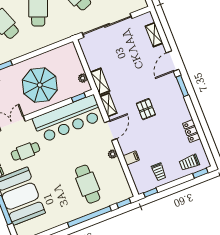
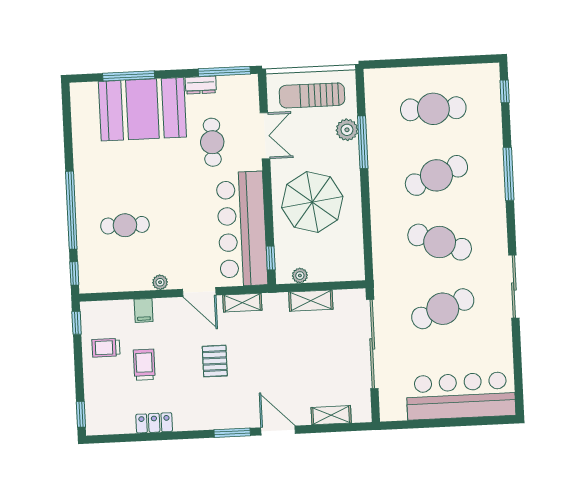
shelving: (100, 82) -> (311, 301), moved
pallet: (146, 109) -> (215, 361), turned 90
trolley: (189, 163) -> (144, 365), moved
cafe table: (88, 184) -> (125, 225), width x0.73, depth x0.74

